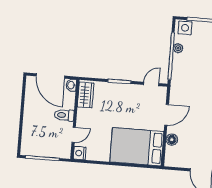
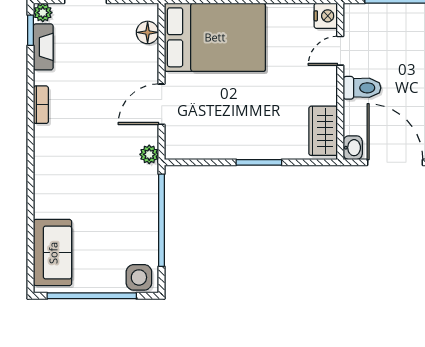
plant: (178, 48) -> (149, 154), moved
door: (151, 84) -> (196, 162), removed
floor lamp: (172, 140) -> (148, 32), moved

